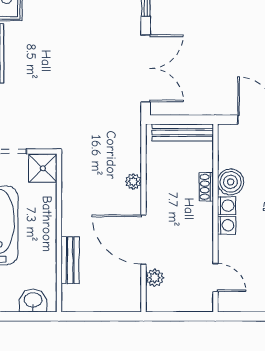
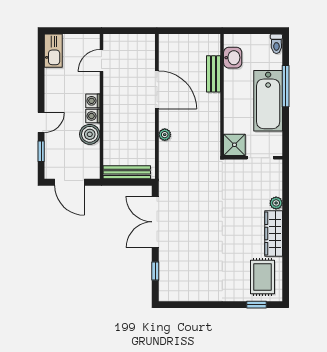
shoe rack: (206, 187) -> (108, 130), removed
door: (215, 277) -> (101, 61), hinge flipped
plant: (155, 278) -> (148, 60), removed
washbasin: (33, 301) -> (233, 58), moved, turned -90

